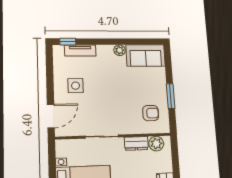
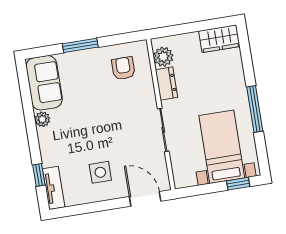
window: (68, 42) -> (39, 175), moved
tv unit: (80, 50) -> (54, 188), moved
window: (171, 96) -> (80, 45), moved

